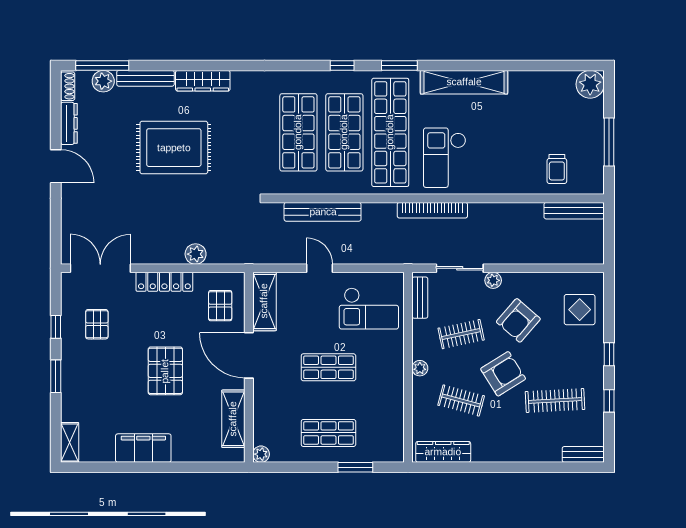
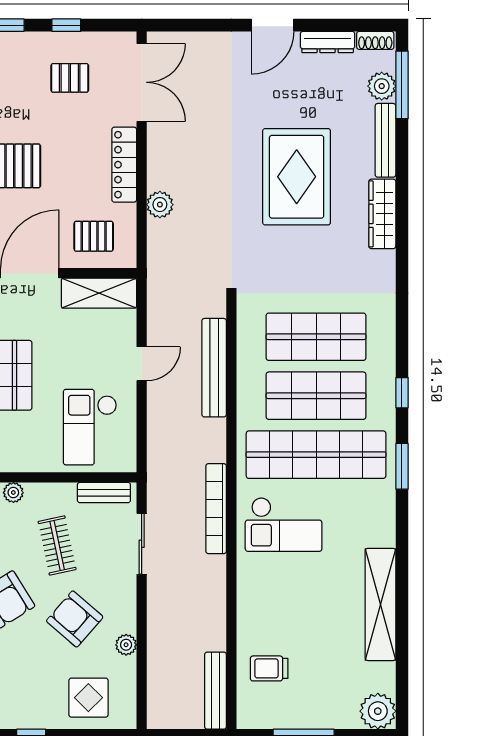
shelving: (464, 82) -> (380, 604), moved
checkout: (445, 158) -> (284, 524), turned 180
plant: (493, 280) -> (126, 645), moved

